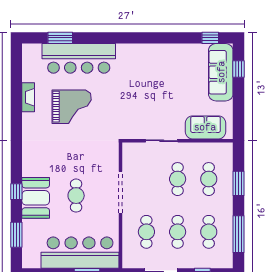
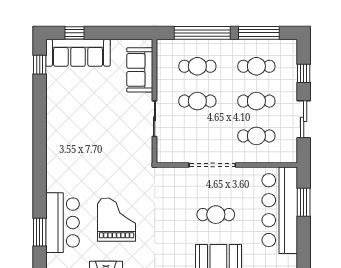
bar counter: (79, 58) -> (63, 223), width x0.73
window: (239, 183) -> (202, 33), width x2.11

